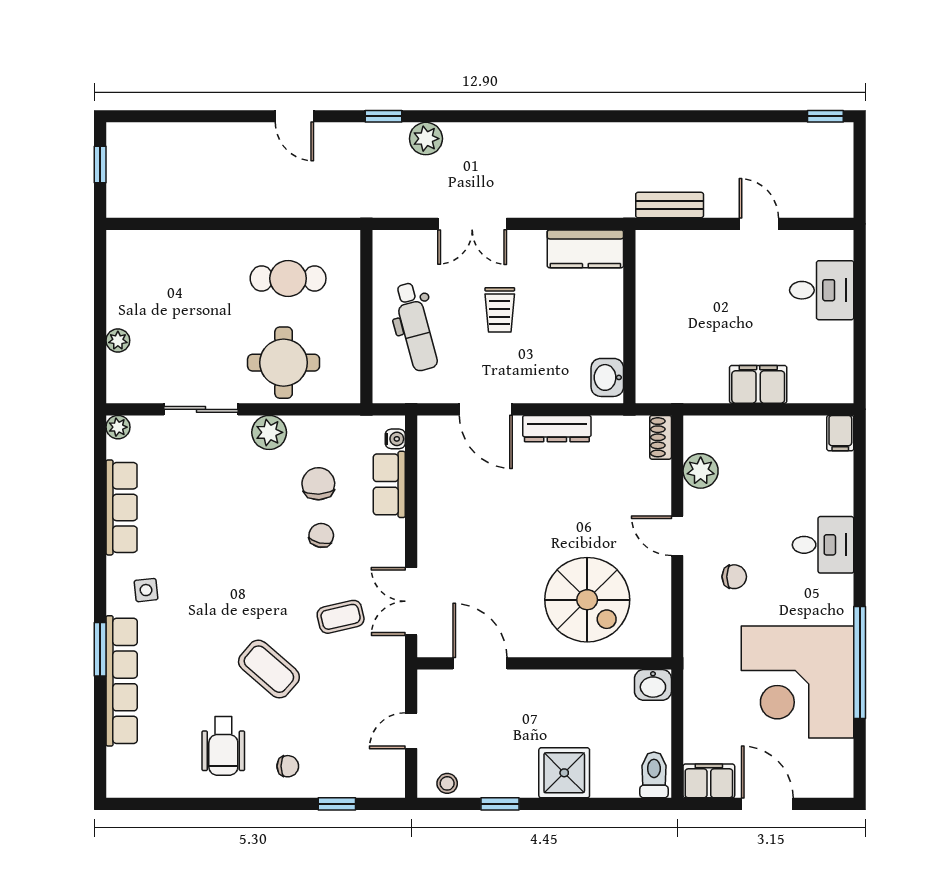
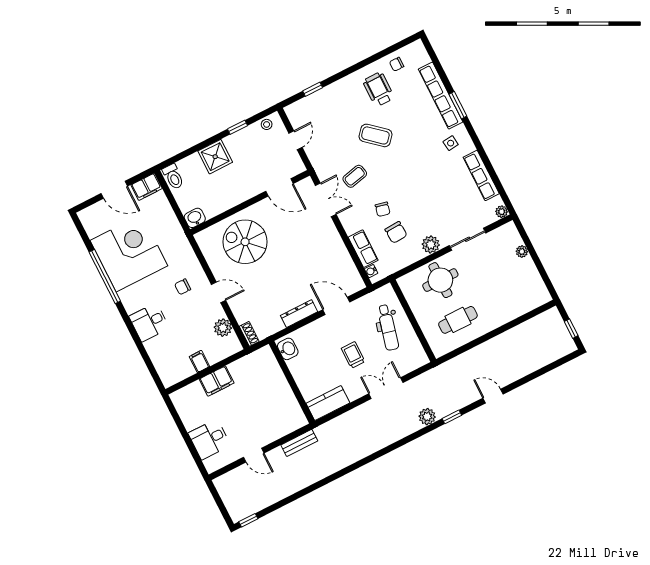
dental chair: (416, 327) -> (388, 327), turned -151
filing cabinet: (840, 433) -> (199, 361), moved
chair: (288, 766) -> (397, 64), moved

